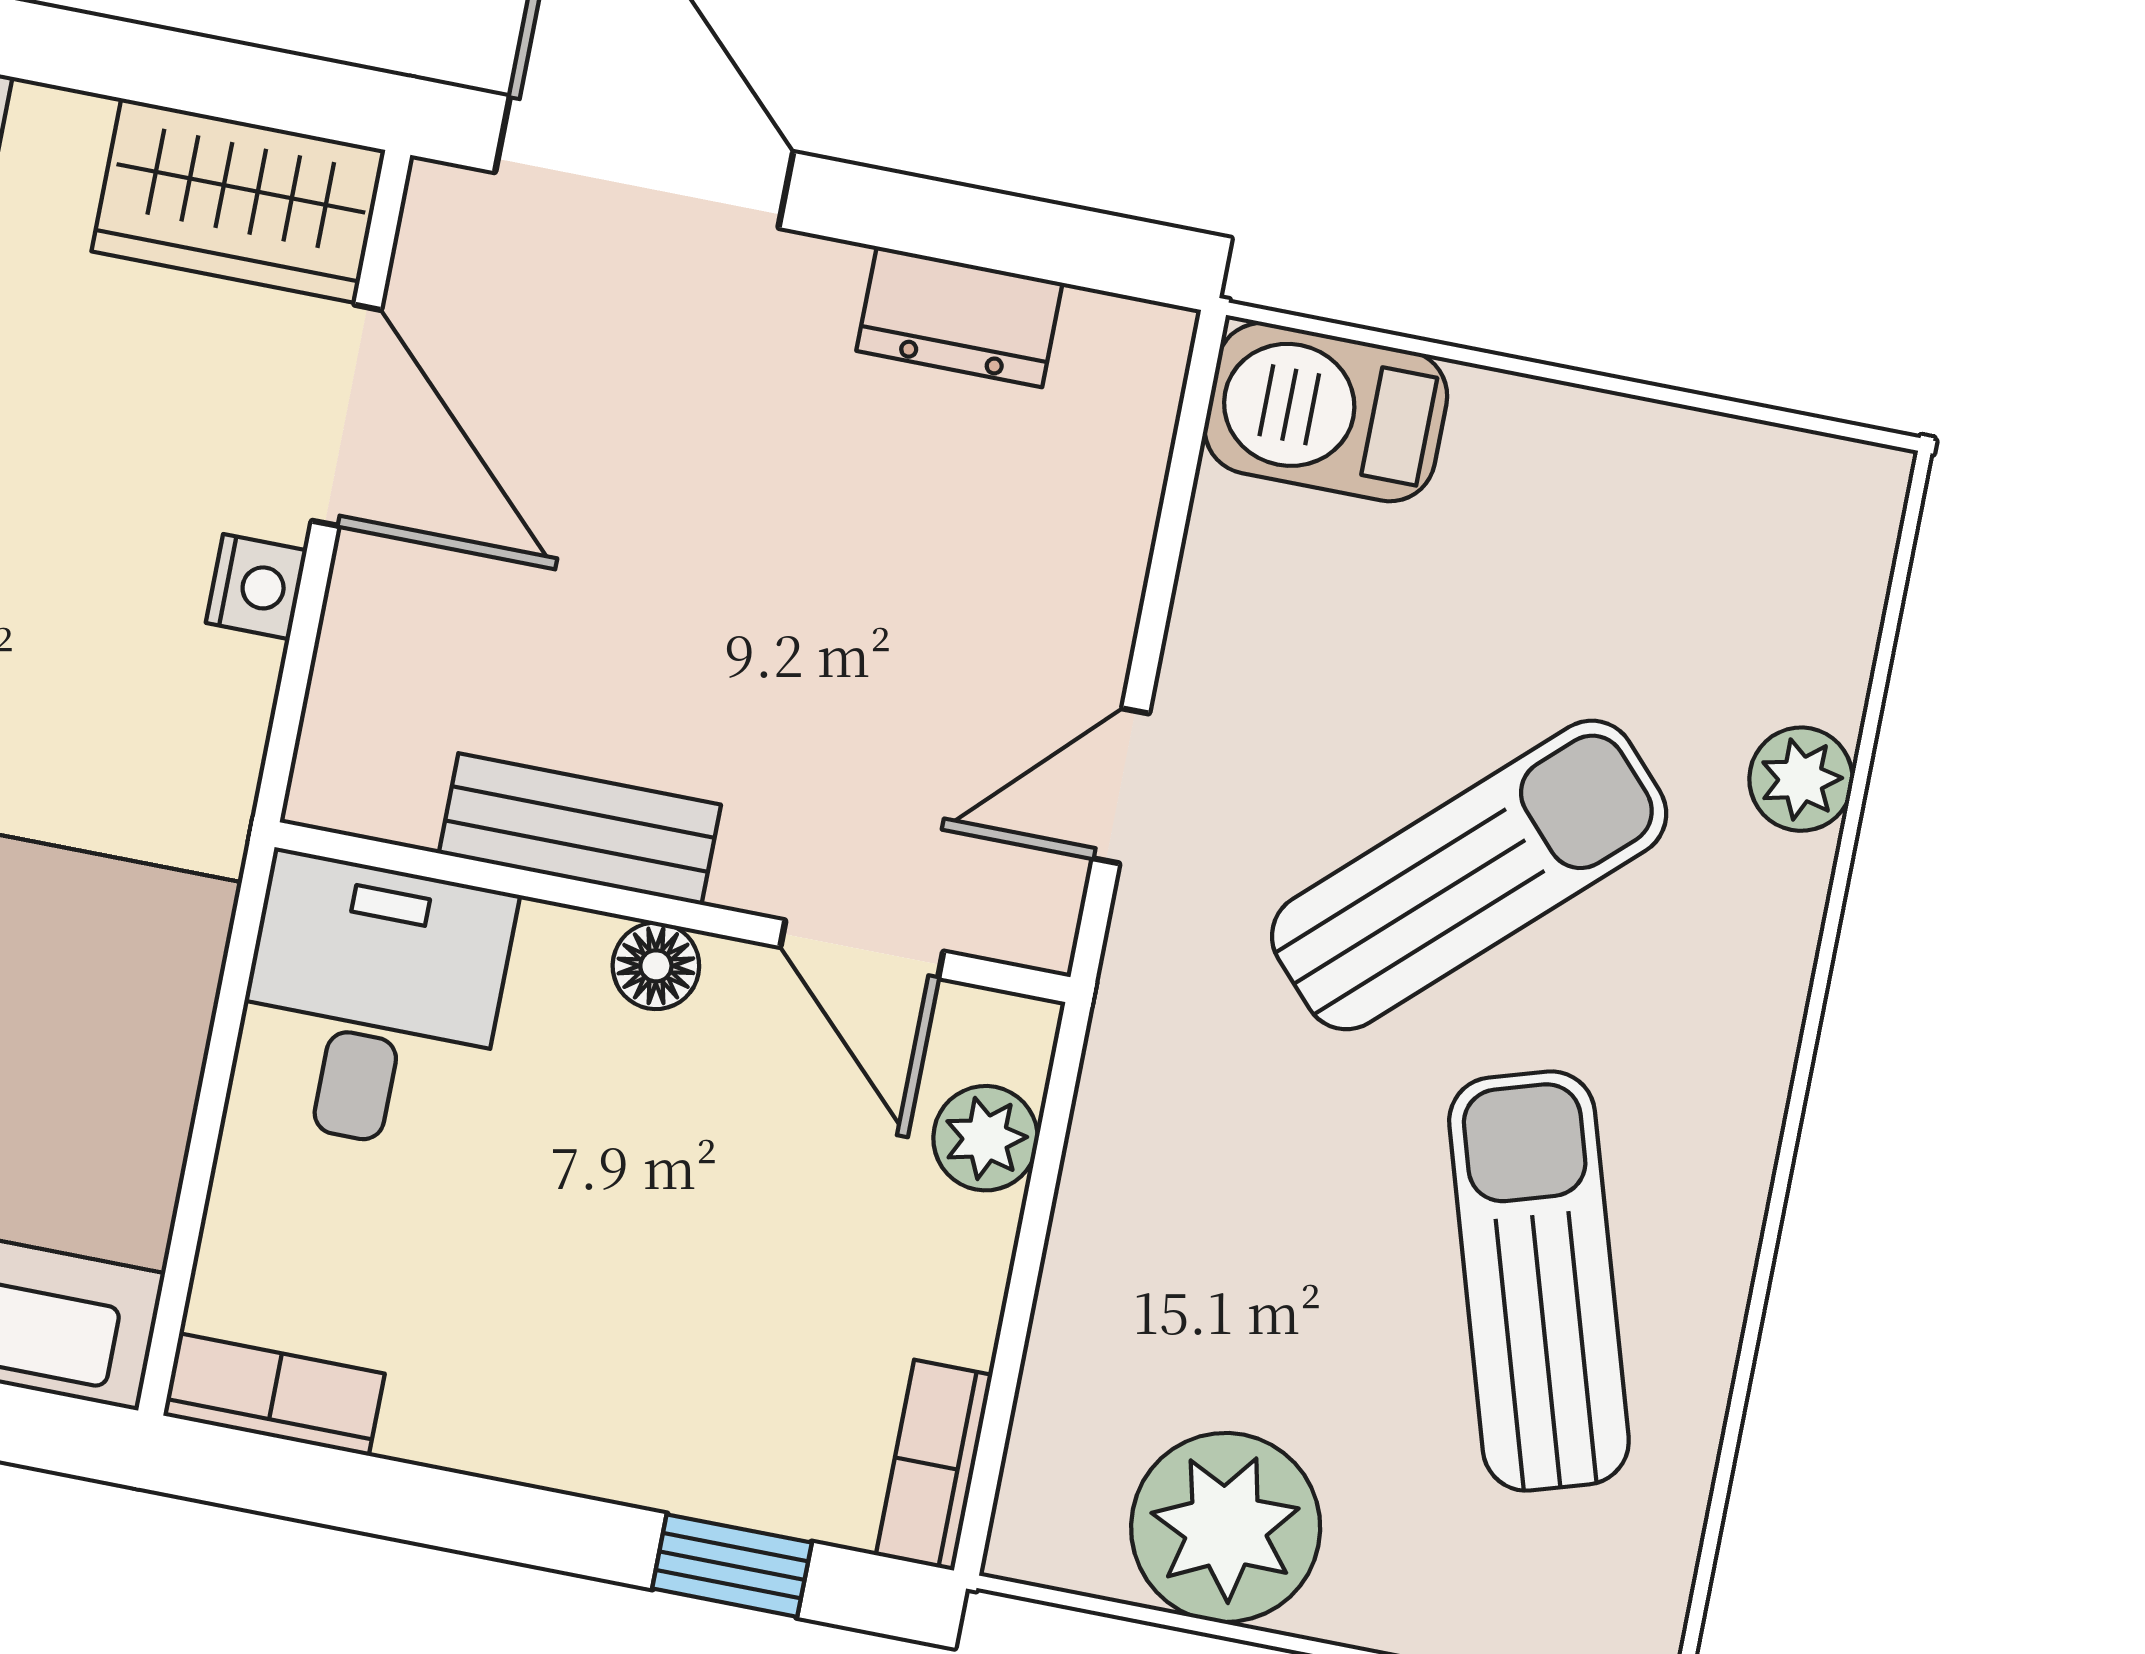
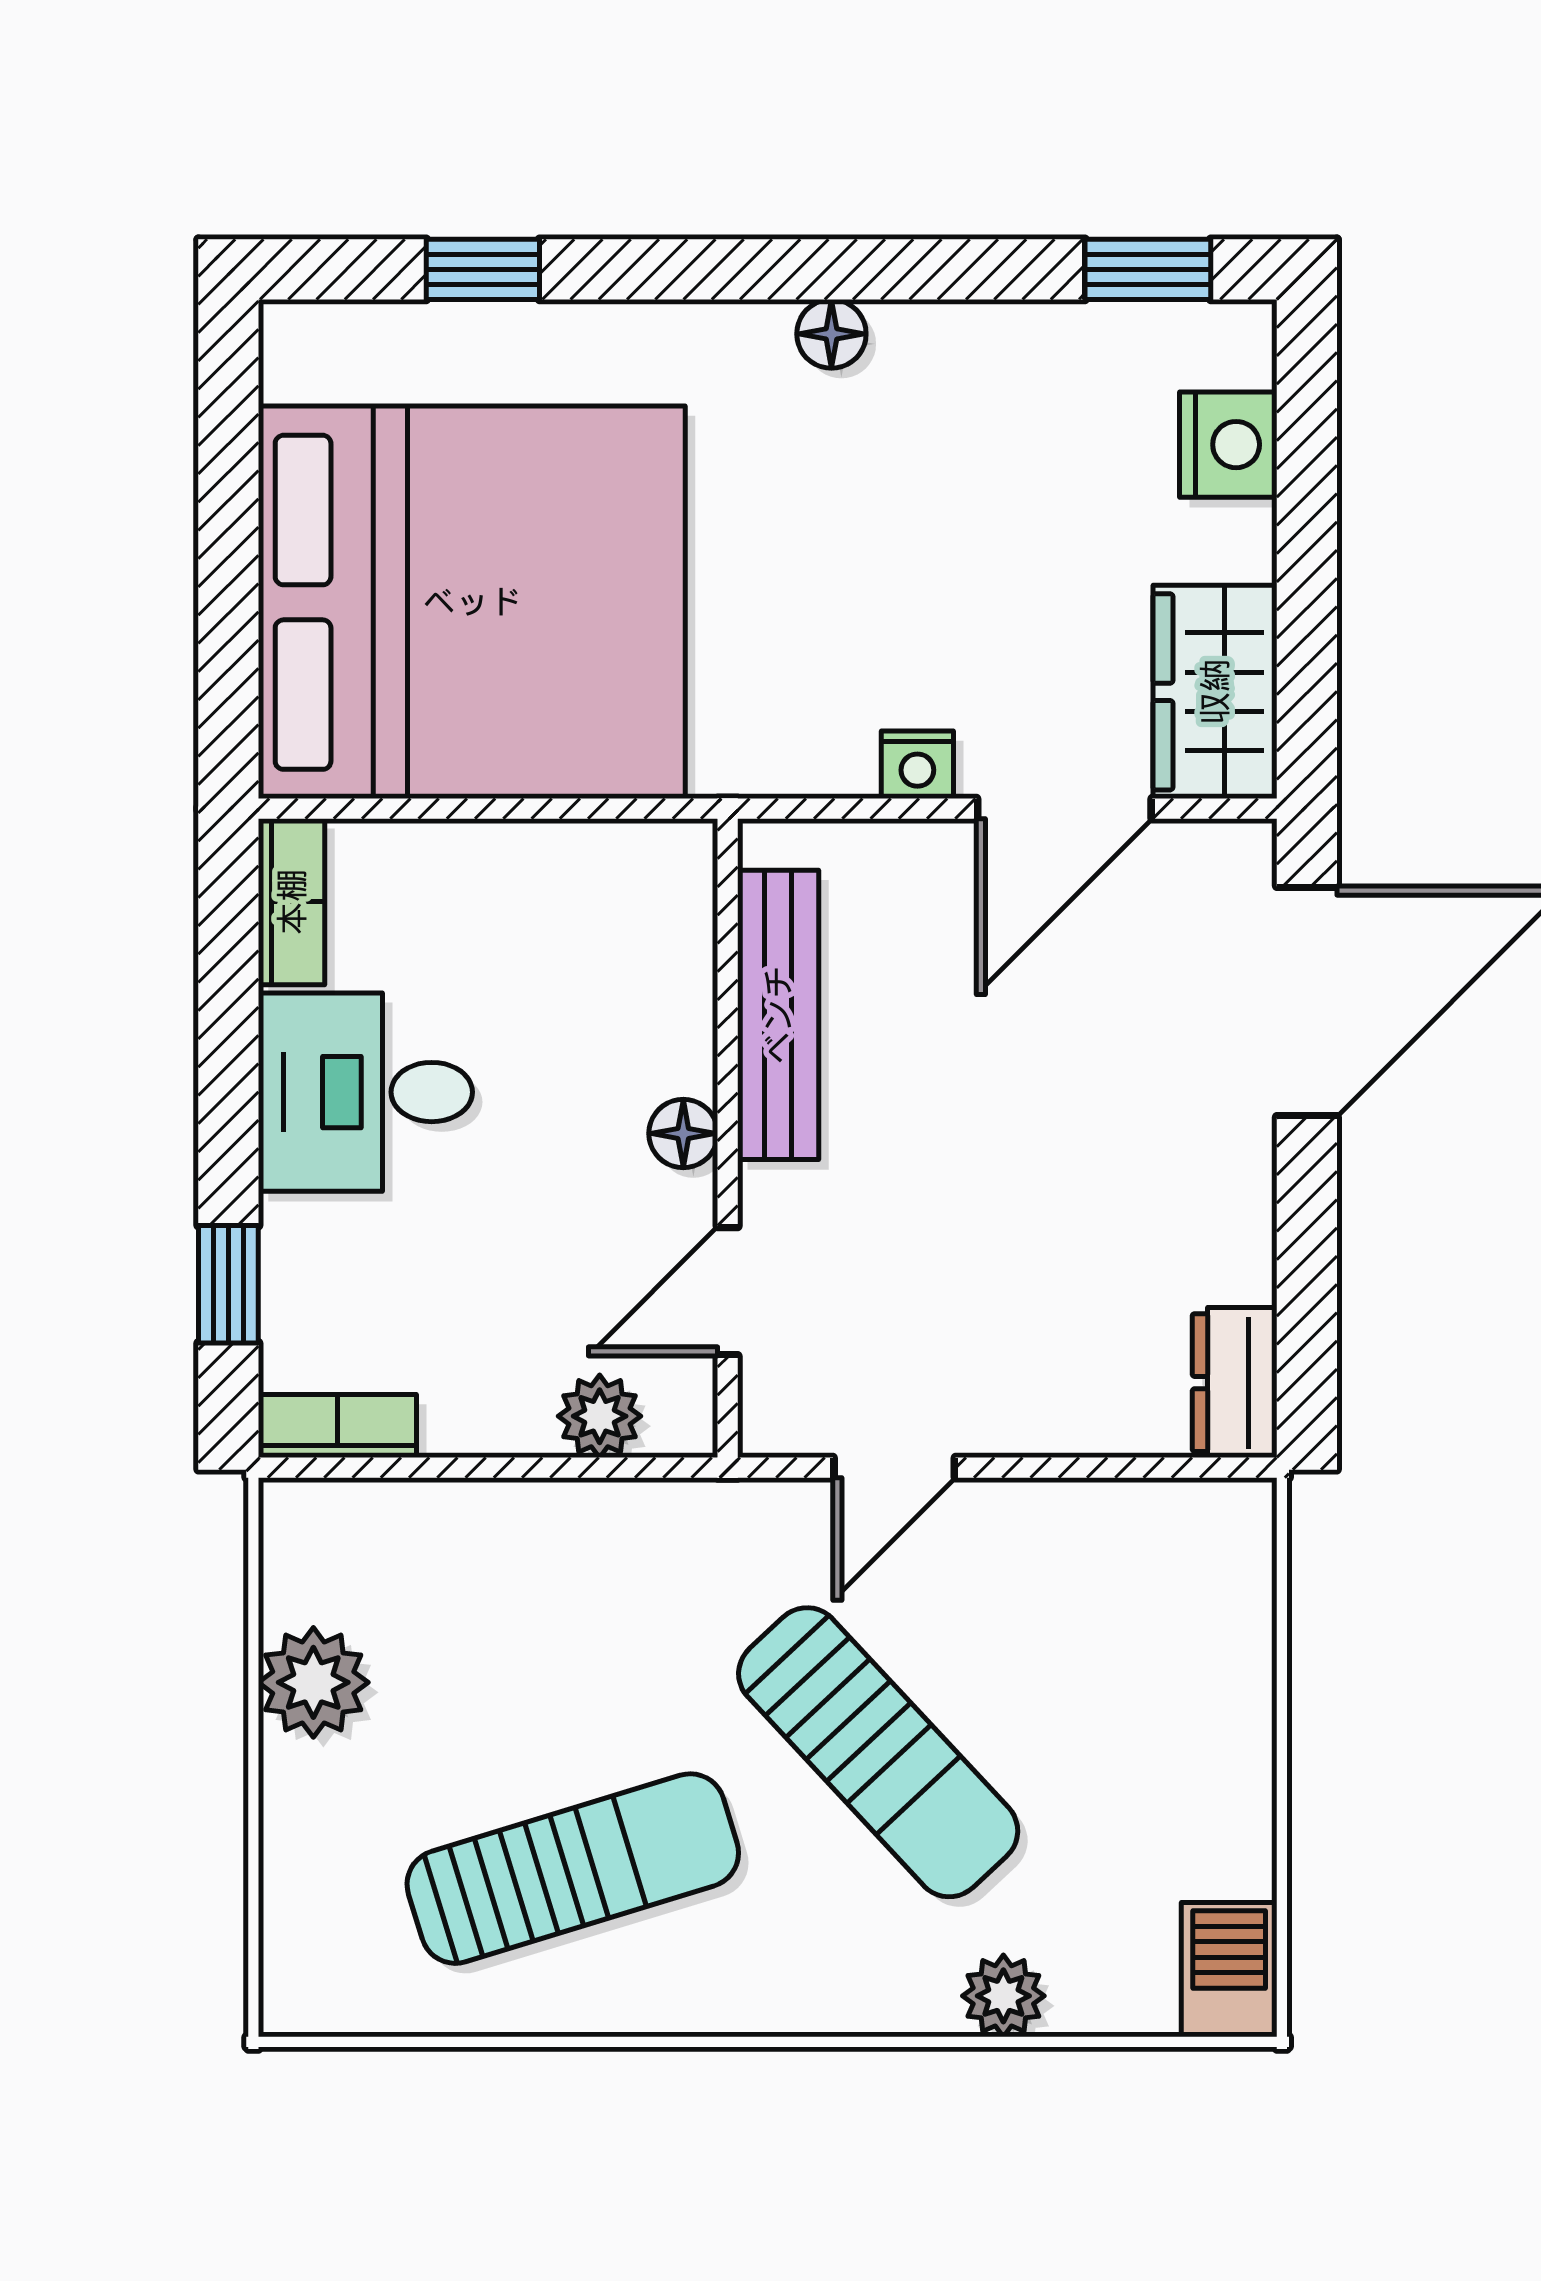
dresser: (959, 317) -> (1235, 1383), moved
barbecue: (1326, 412) -> (1229, 1970), moved, width x0.73, depth x0.79
door: (1121, 786) -> (894, 1468), swing flipped
bench: (580, 829) -> (778, 1015), width x1.36
desk: (371, 1004) -> (365, 1092), moved, turned 180
plant: (1226, 1527) -> (313, 1682), width x0.73, depth x0.73

